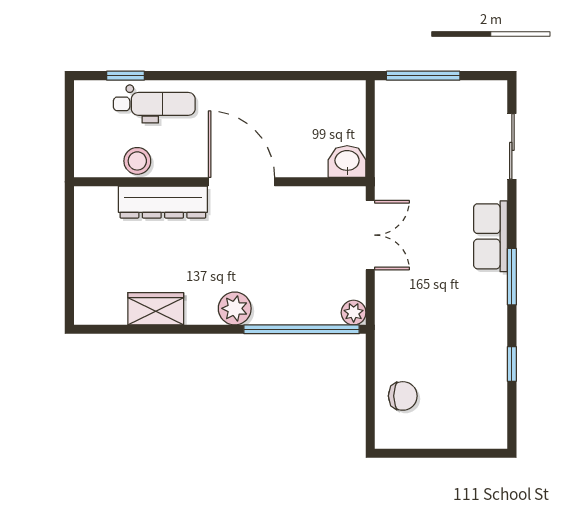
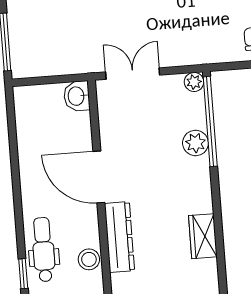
door: (241, 182) -> (99, 177), hinge flipped
plant: (235, 308) -> (196, 143), moved

